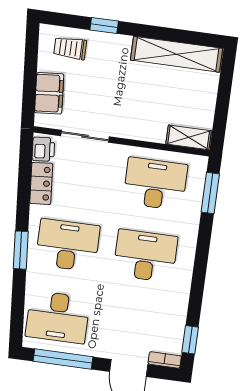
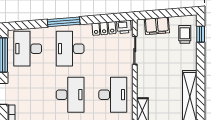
window: (104, 25) -> (201, 34), moved
desk: (68, 245) -> (70, 49), turned 180
window: (21, 250) -> (64, 22), width x1.44

